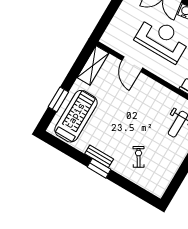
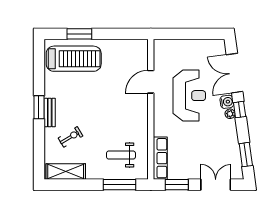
shelving: (93, 65) -> (66, 172), moved
bench: (99, 156) -> (50, 113), moved

